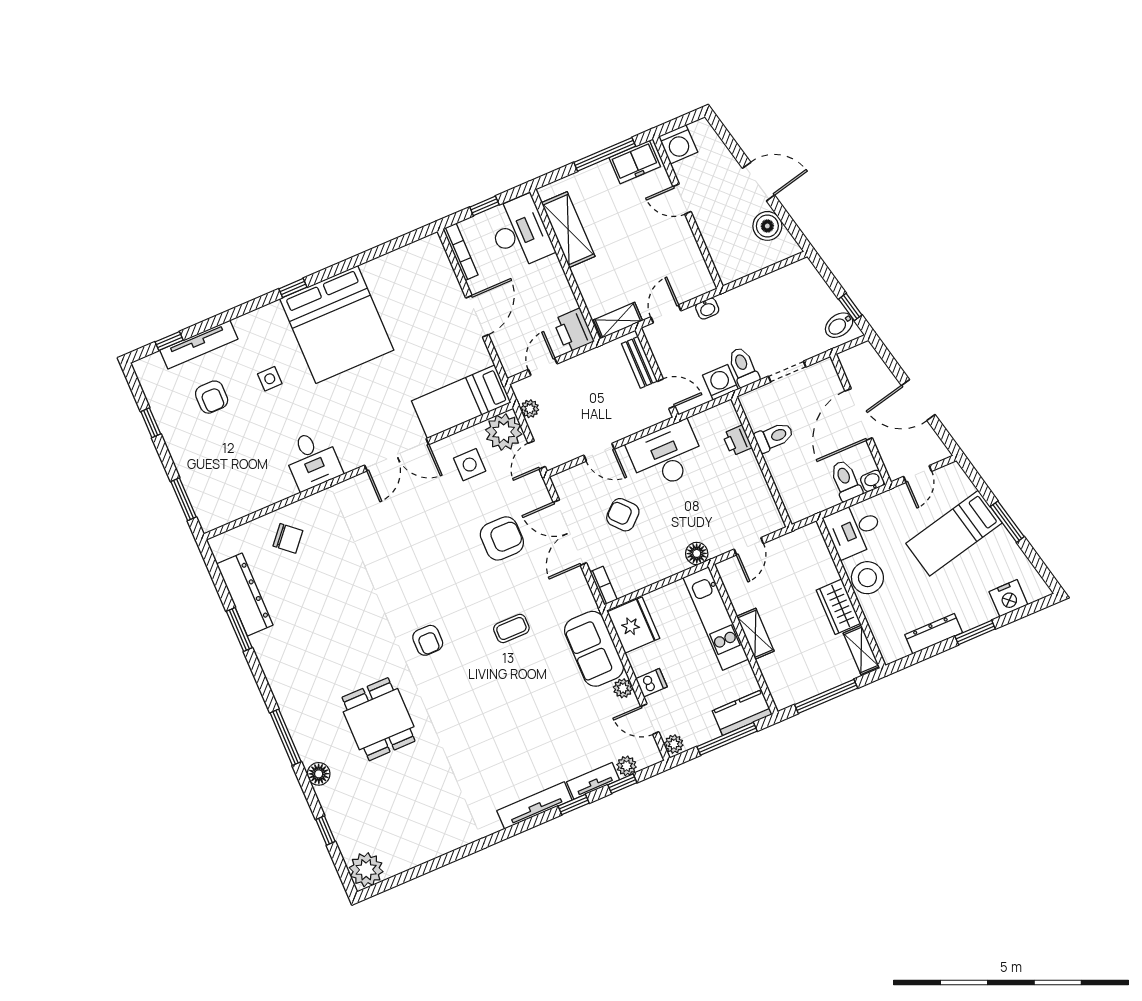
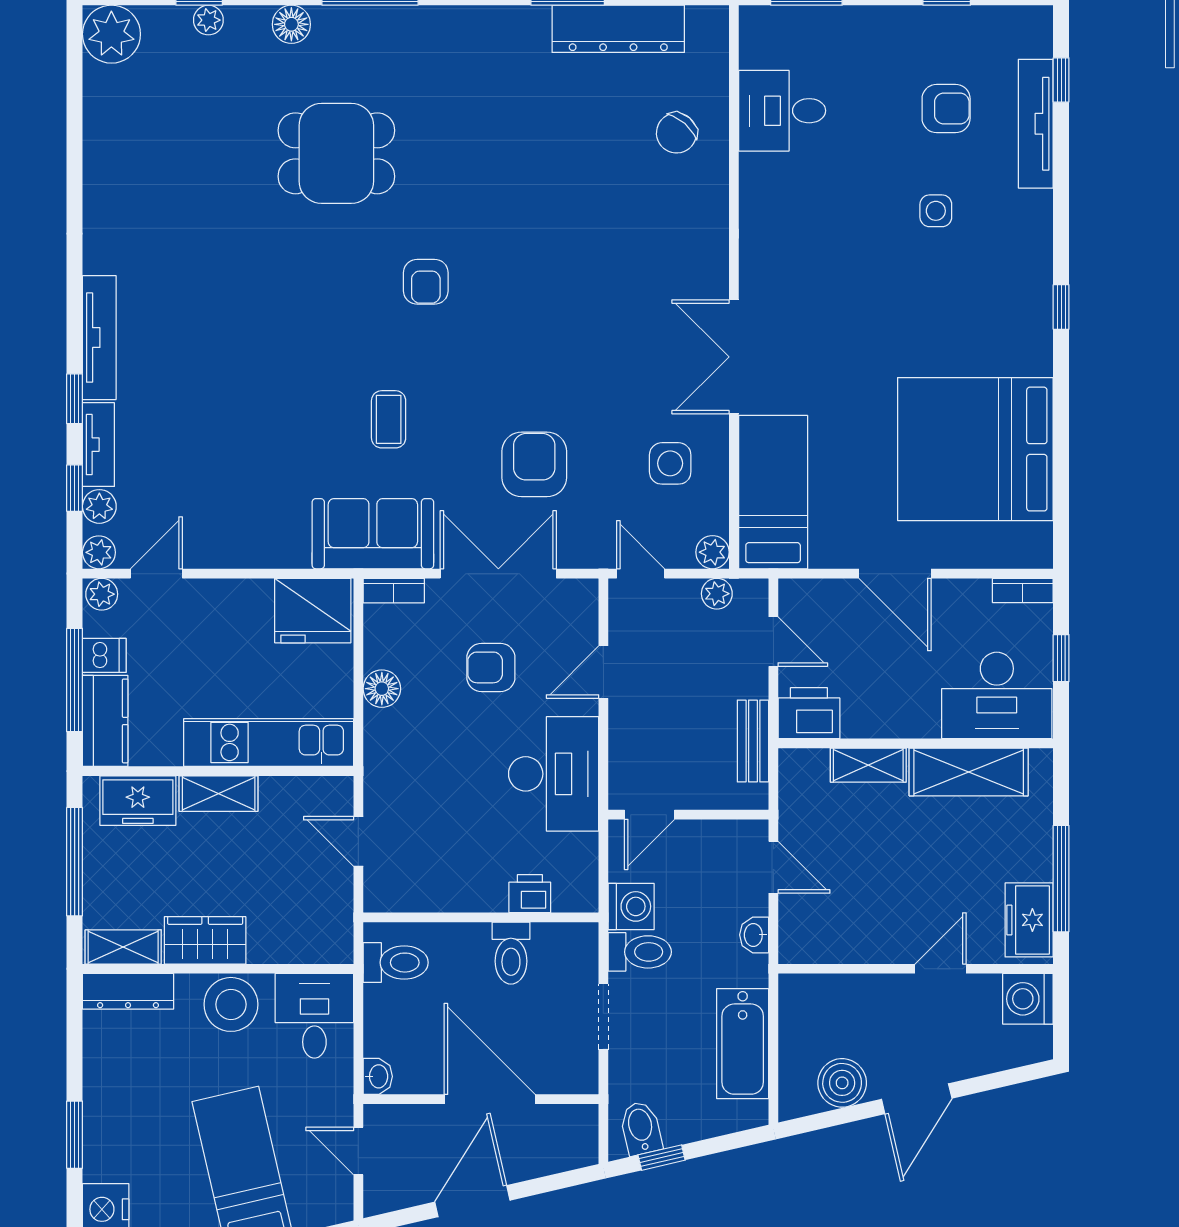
bookcase: (460, 252) -> (1023, 590), width x0.64
bathtub: (769, 289) -> (743, 1044), added
shelving: (618, 320) -> (868, 765), moved, turned 90
bed: (337, 324) -> (975, 449), moved
bench: (639, 362) -> (753, 741), moved, turned 90
armchair: (212, 397) -> (946, 109), turned 180
plant: (504, 432) -> (712, 552), width x0.53, depth x0.53
desk: (312, 460) -> (782, 111), moved
toilet: (846, 481) -> (396, 963), moved
armchair: (623, 515) -> (491, 667), turned -138
armchair: (502, 538) -> (534, 464), turned 180
floor lamp: (697, 553) -> (382, 689), moved
dresser: (934, 634) -> (128, 991), moved, turned 90
armchair: (428, 640) -> (426, 282), turned -90
sofa: (594, 649) -> (373, 534), moved
freezer: (778, 676) -> (138, 801), added
dishwasher: (651, 683) -> (104, 655), moved, turned -90
plant: (623, 688) -> (99, 552), moved
plant: (336, 820) -> (208, 20), added

